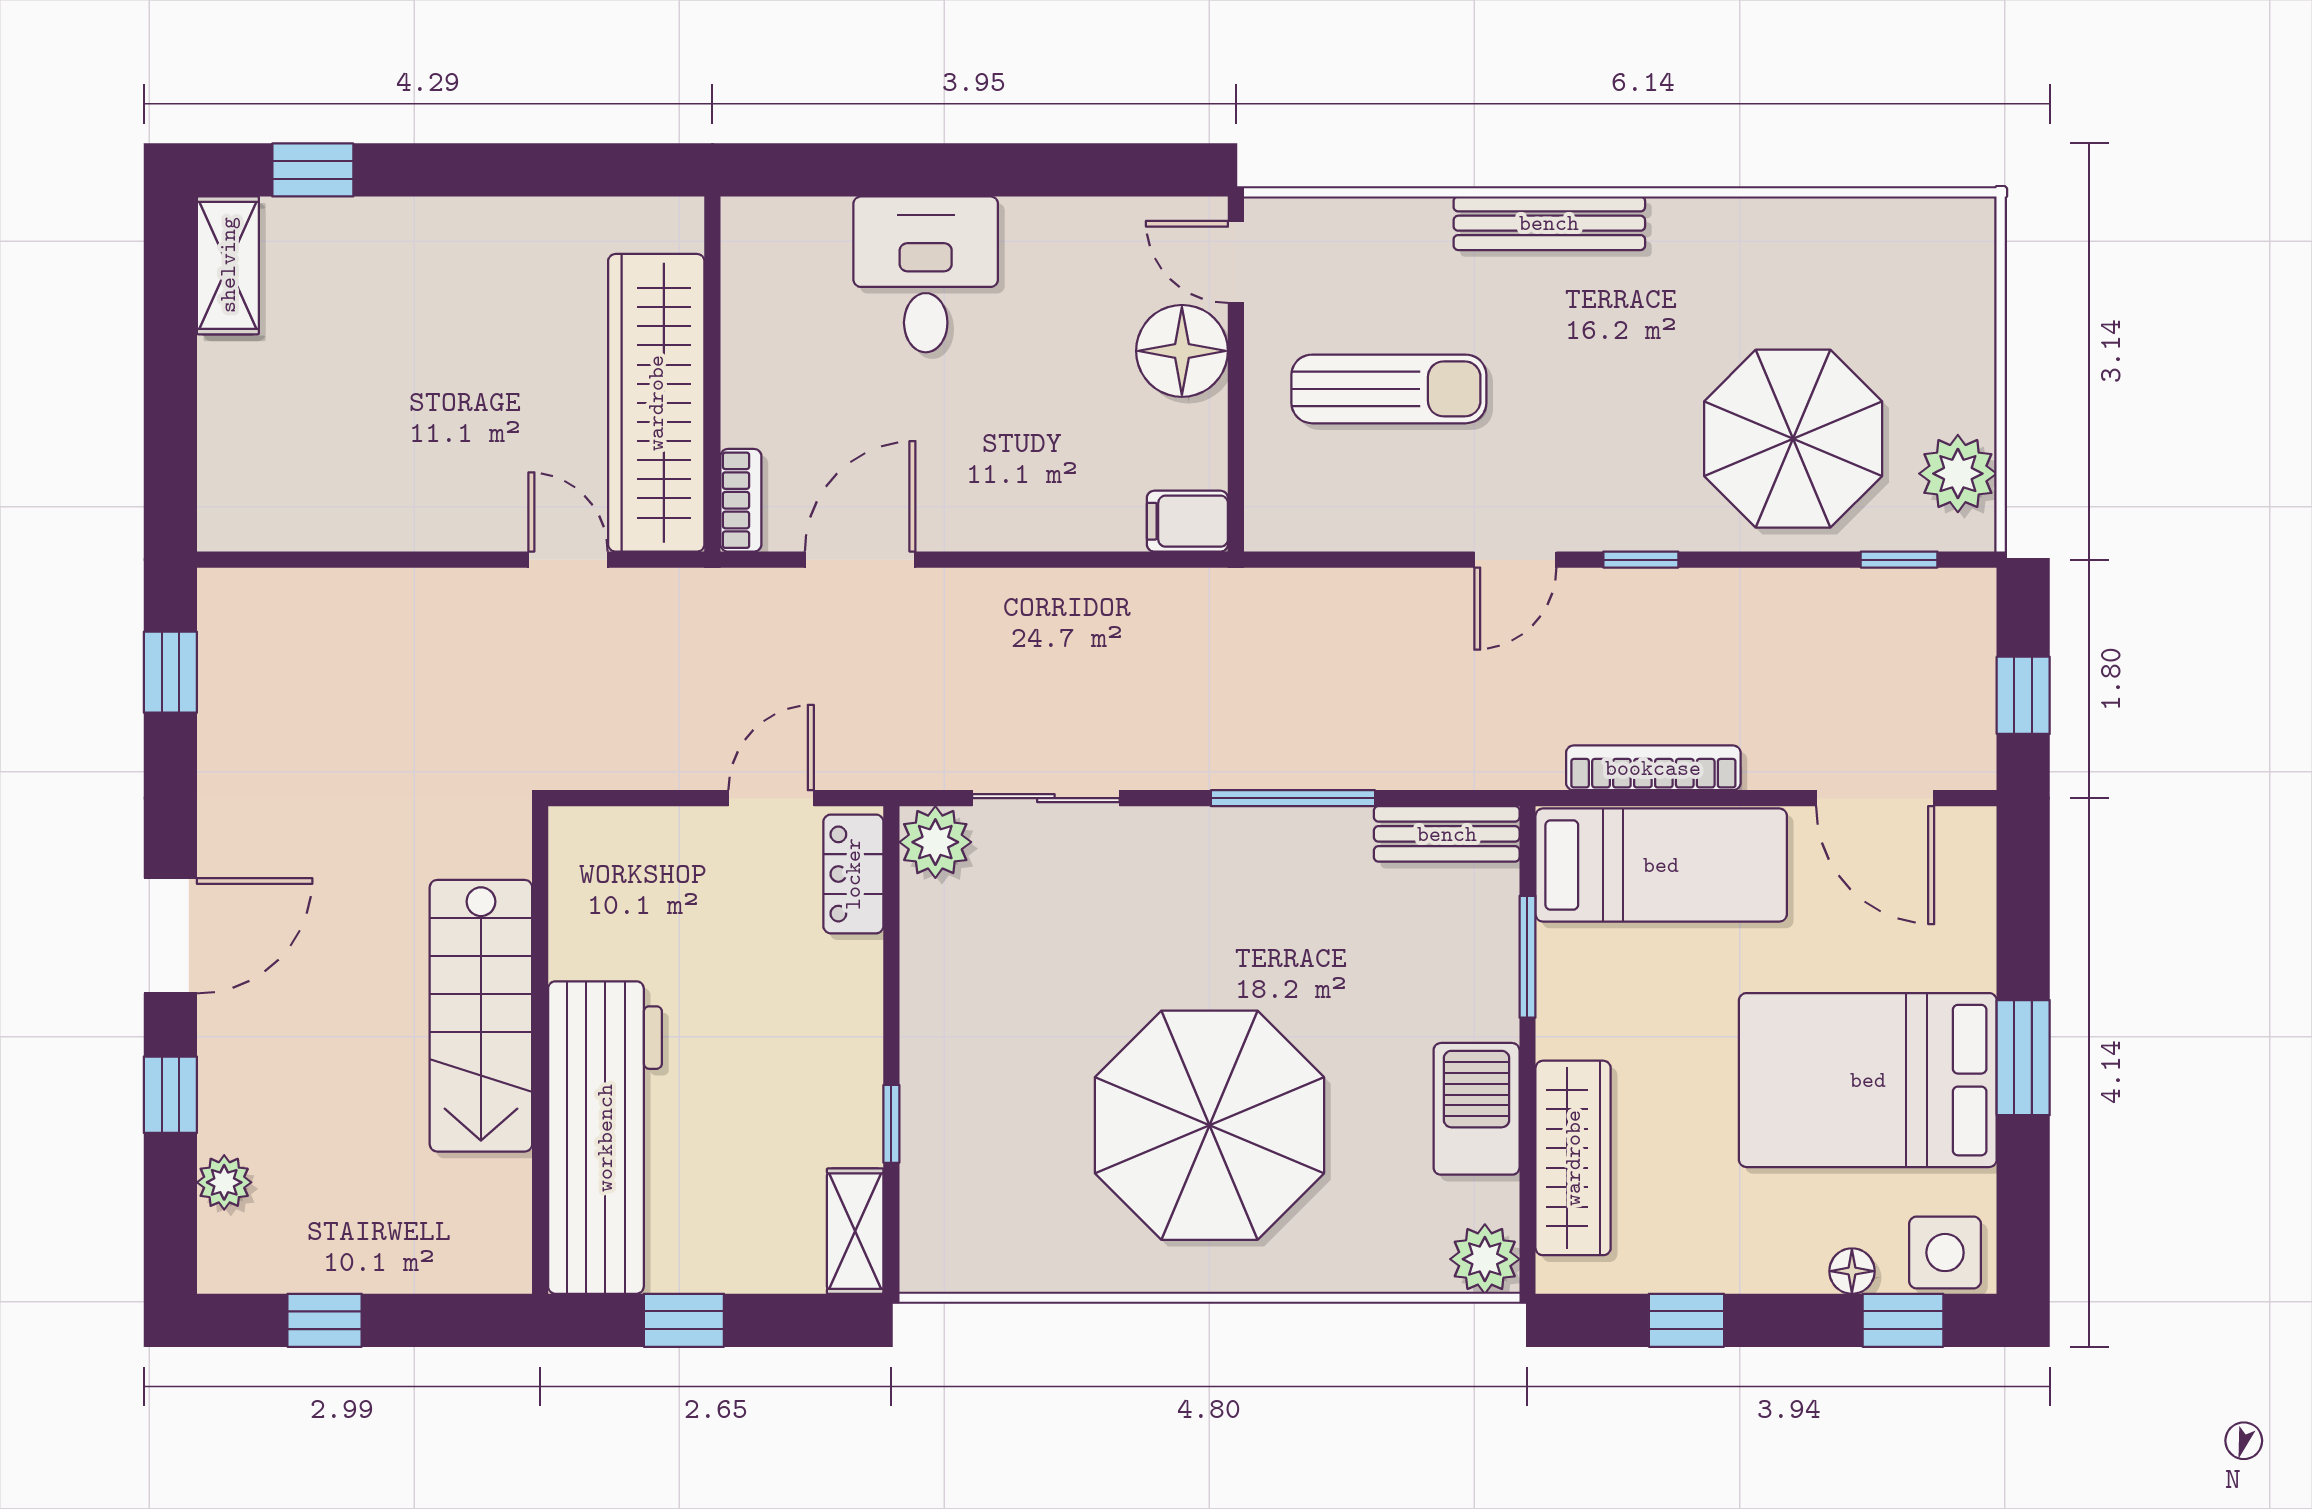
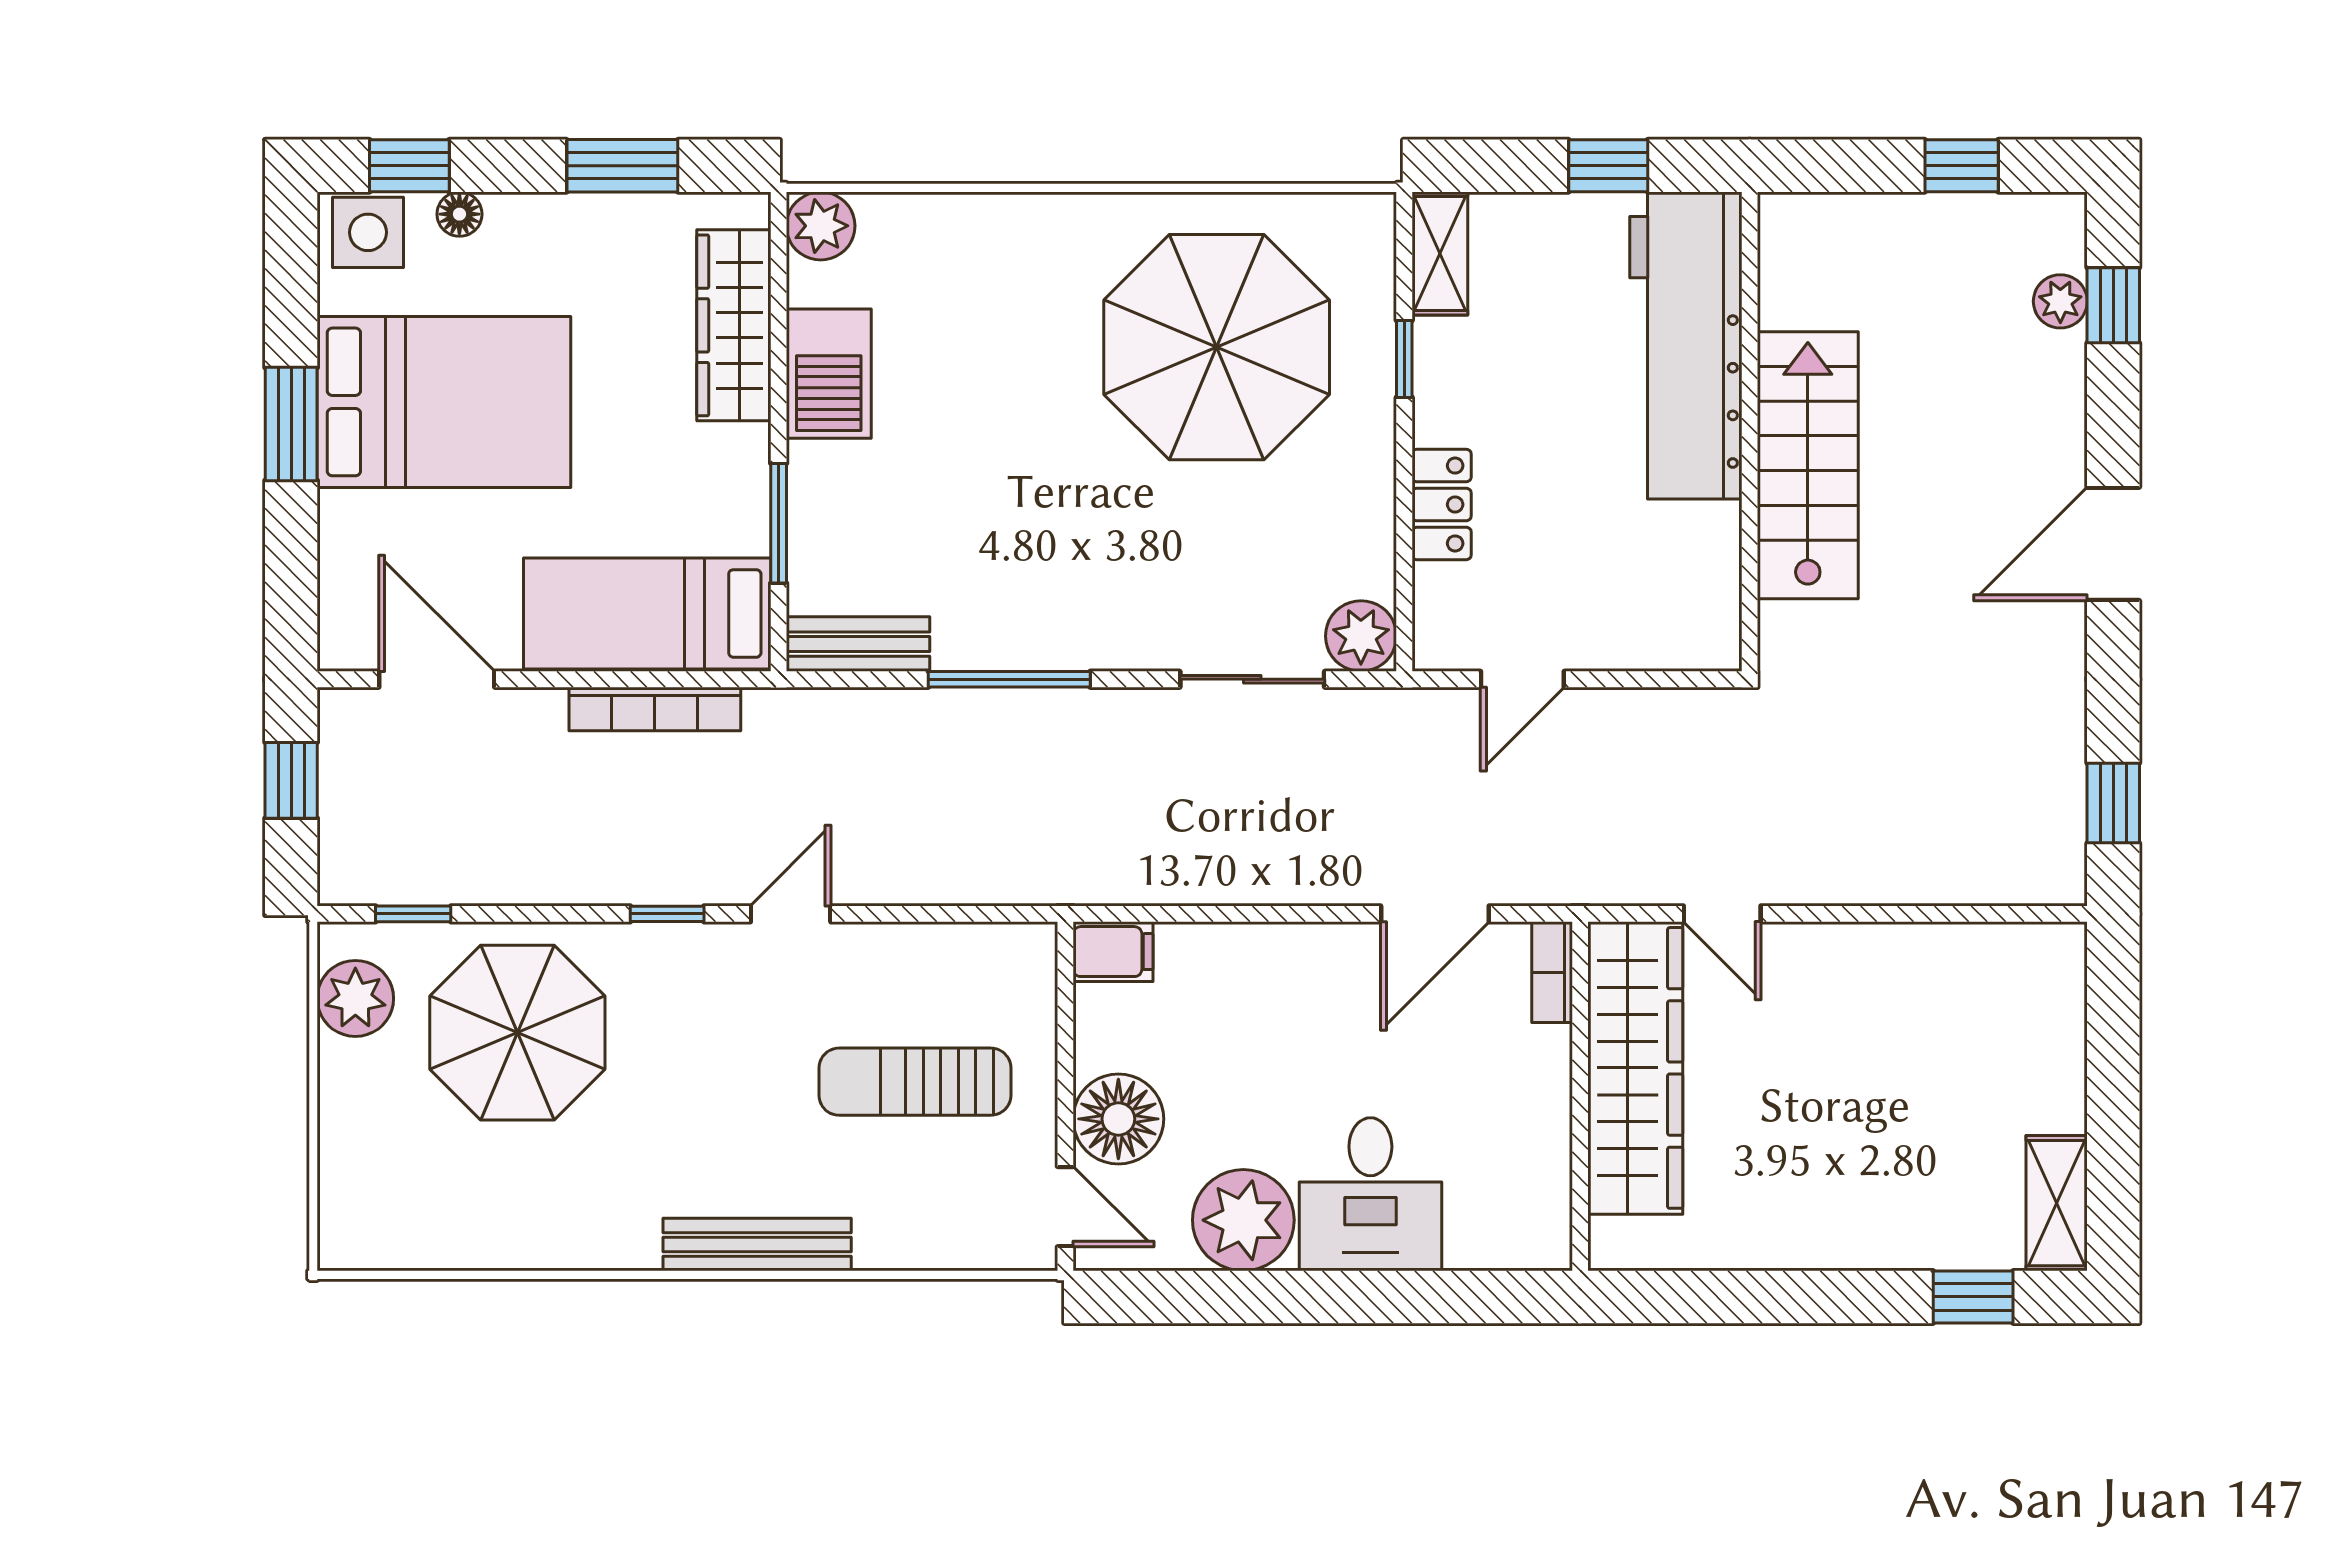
plant: (1055, 248) -> (1243, 1220), added
locker: (853, 874) -> (1442, 504), moved
window: (170, 1095) -> (2113, 305), moved
parasol: (1209, 1125) -> (1217, 347), moved
window: (1686, 1320) -> (622, 166), width x1.50

